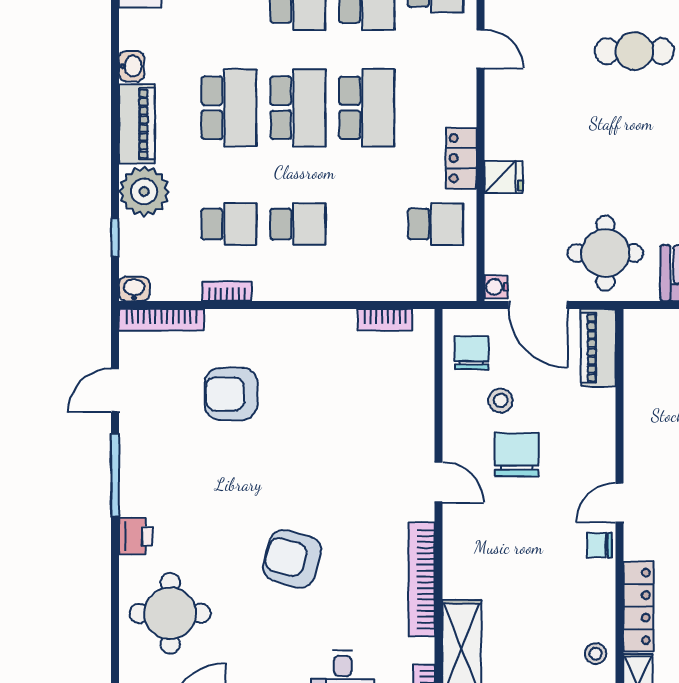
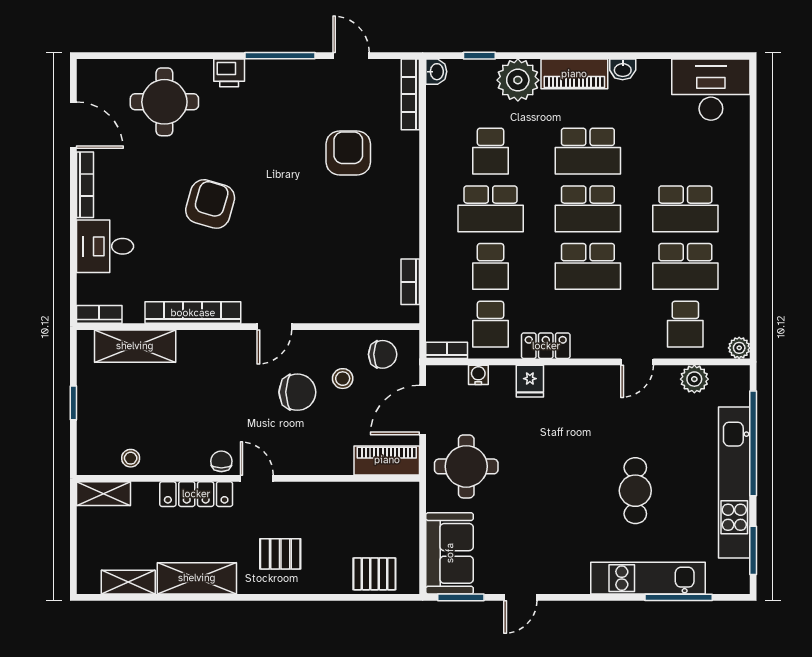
school desk: (298, 224) -> (491, 209), width x1.85
school desk: (367, 224) -> (491, 266), added
water cooler: (496, 287) -> (478, 375), moved
bookcase: (227, 291) -> (447, 350), moved, turned -90
locker: (638, 606) -> (196, 494), moved

